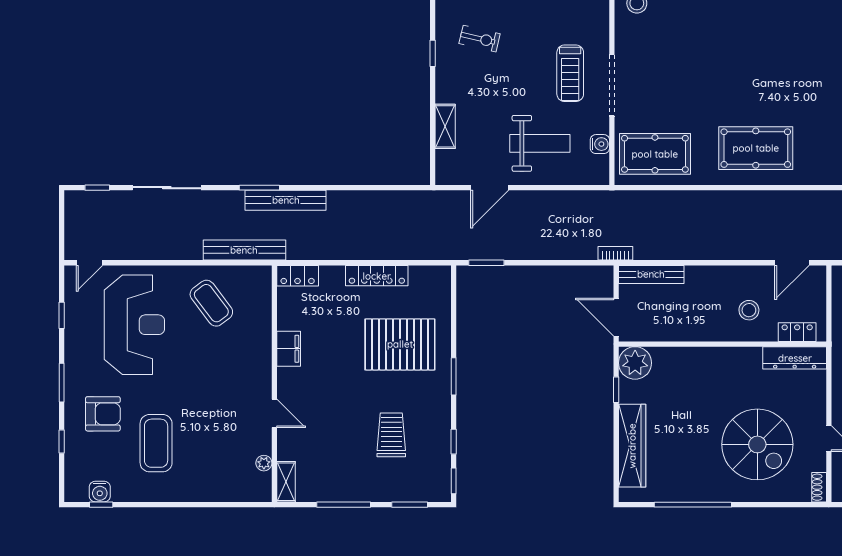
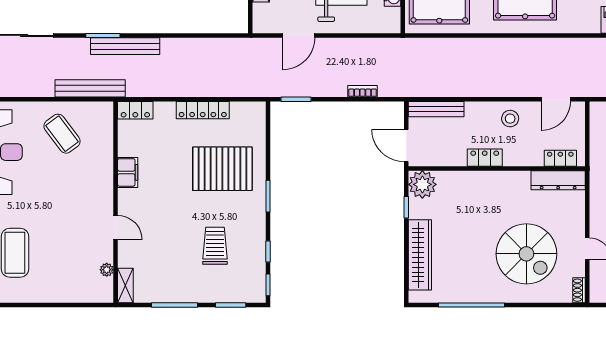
bookcase: (615, 253) -> (363, 91), moved
stool: (749, 310) -> (510, 119), moved
locker: (708, 331) -> (485, 158), added

